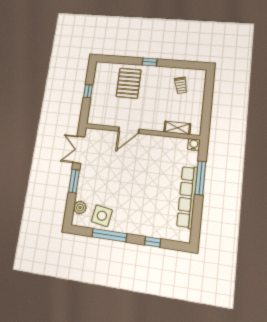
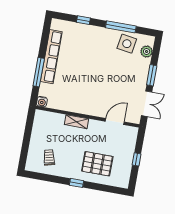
pallet: (129, 83) -> (97, 164), turned 90
shelving: (177, 128) -> (77, 122), moved
door: (129, 130) -> (115, 122), moved

